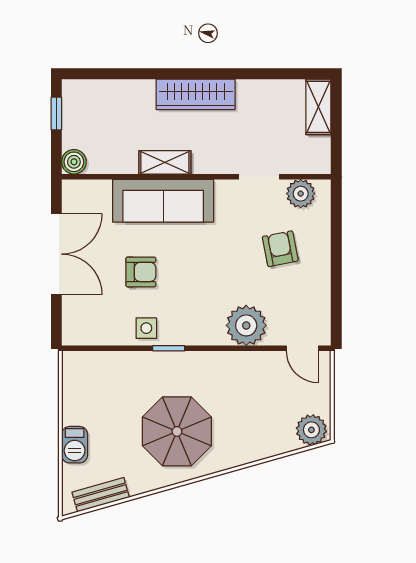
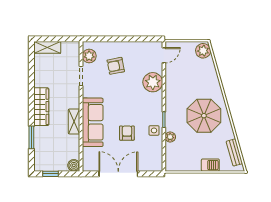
window: (132, 74) -> (31, 137), added
plant: (133, 362) -> (170, 137), added

